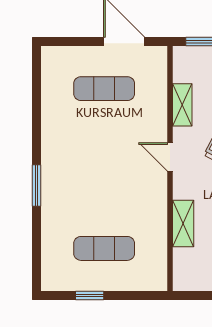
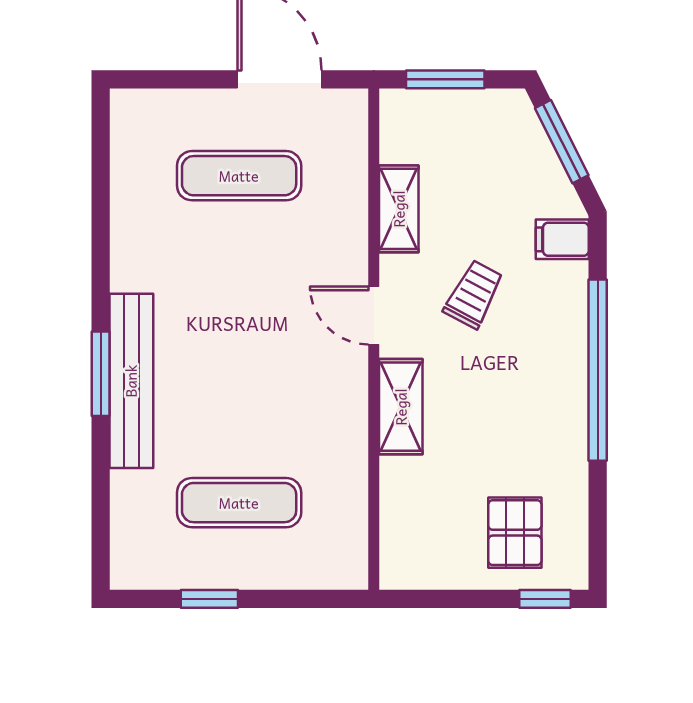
bench: (51, 189) -> (131, 381), added
shelving: (183, 223) -> (401, 407), moved

